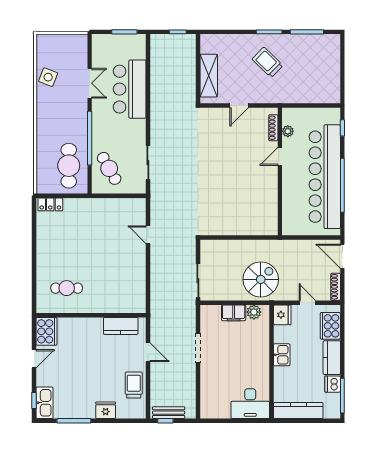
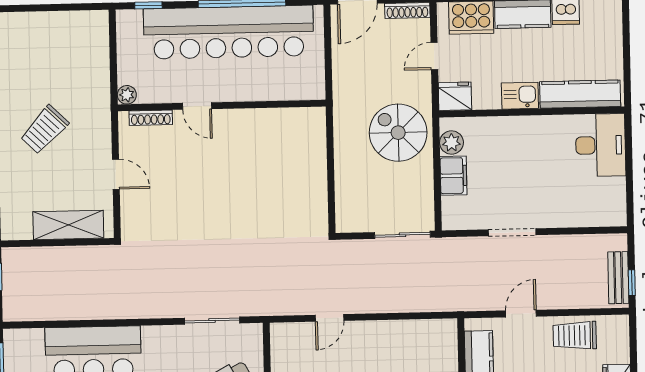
plant: (288, 131) -> (127, 95), moved
kitchen counter: (298, 410) -> (580, 94), moved, turned 90

